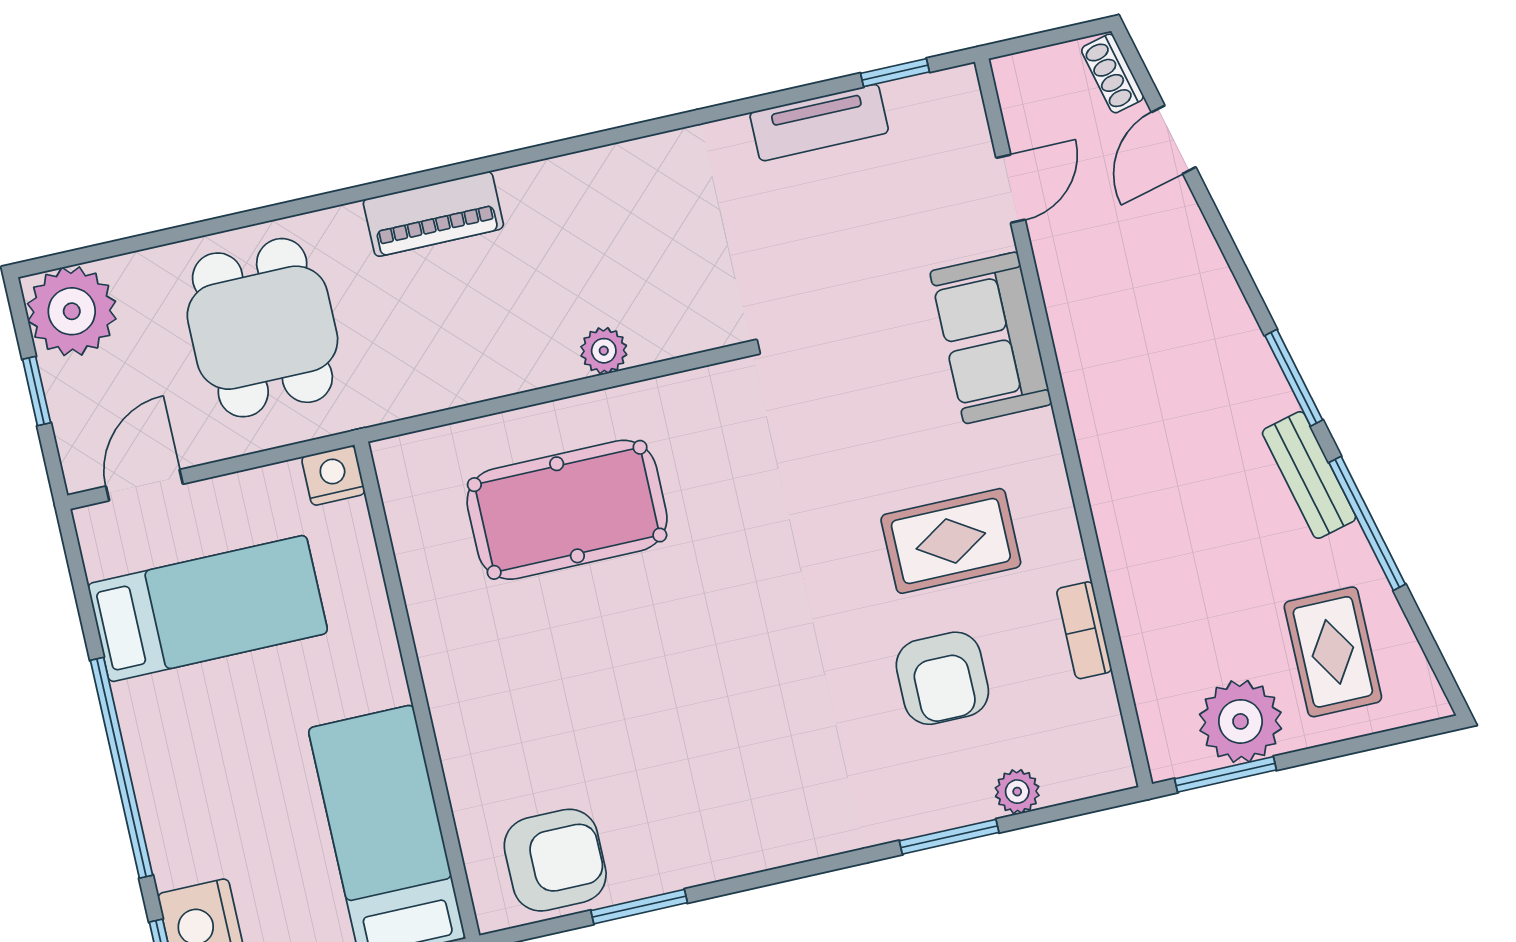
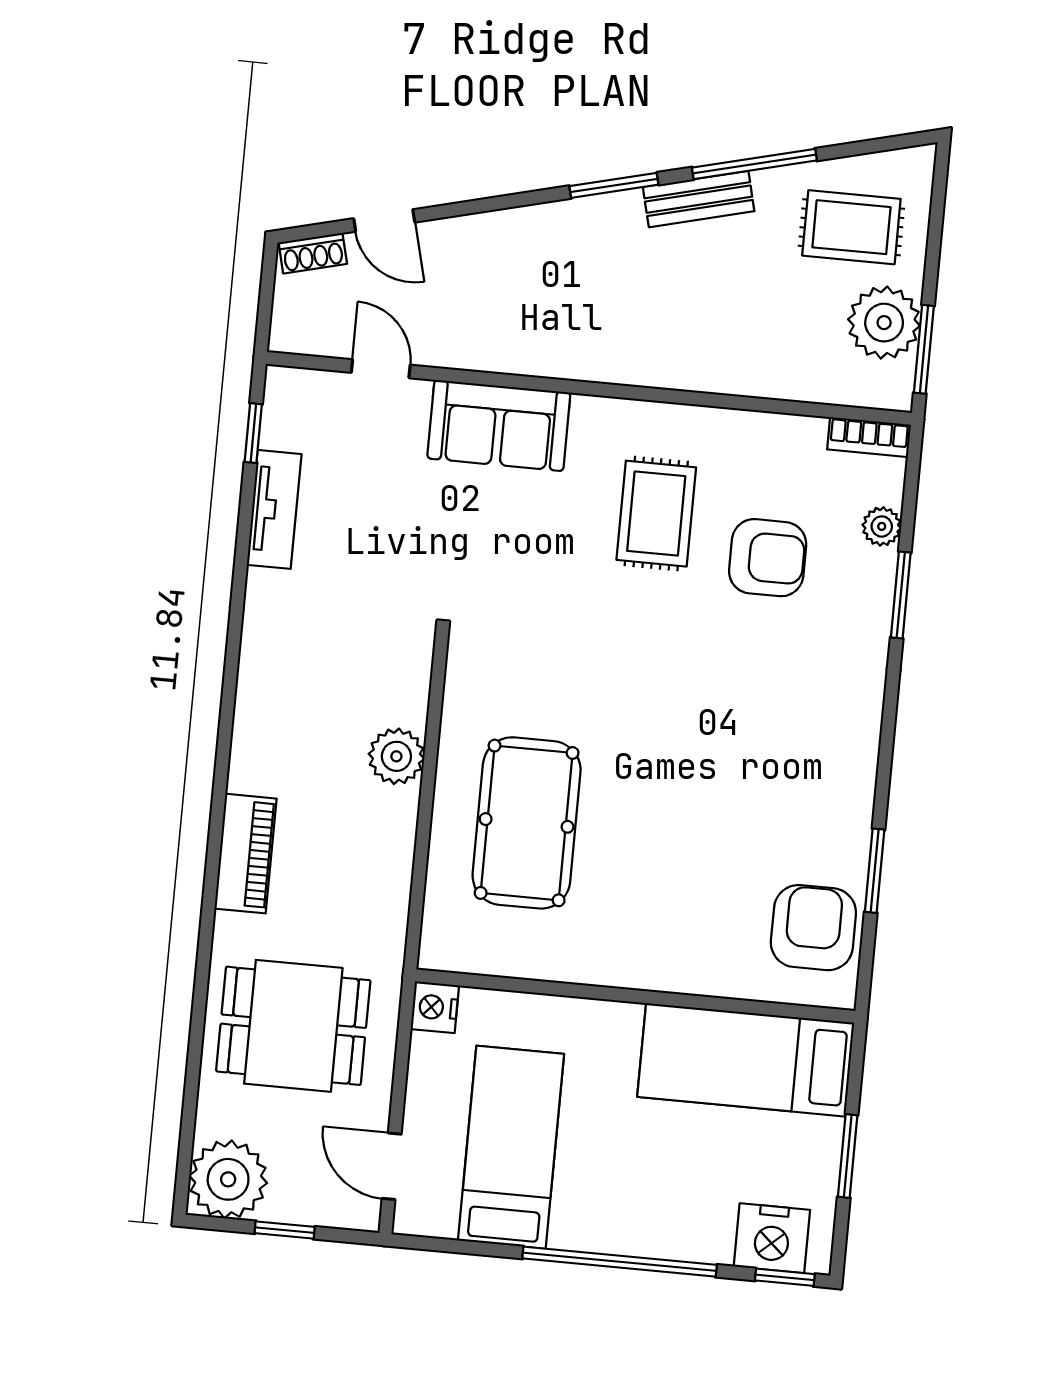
plant: (604, 351) -> (396, 756), width x1.38, depth x1.38
bookcase: (1084, 630) -> (869, 437), moved

